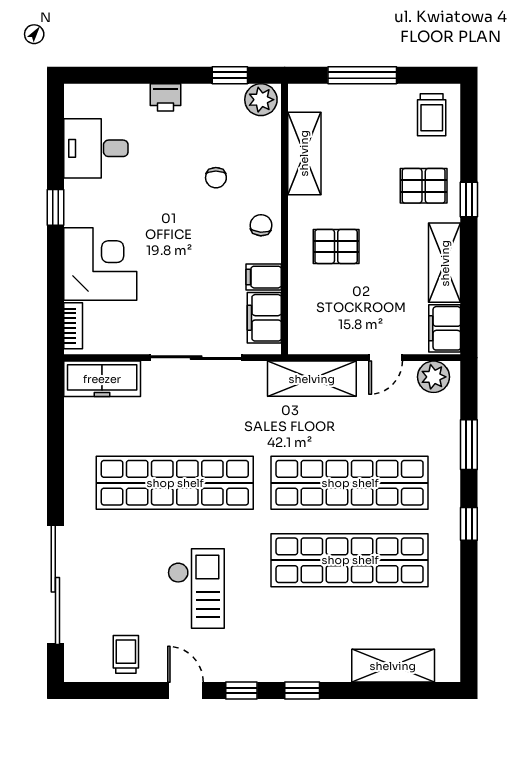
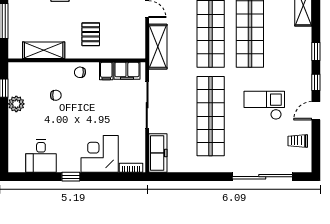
printer: (166, 97) -> (15, 121), removed
plant: (261, 100) -> (16, 104), moved

